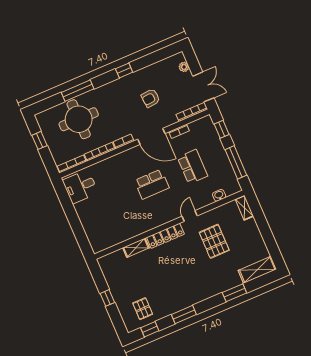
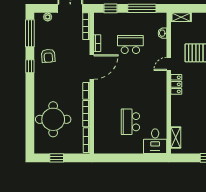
window: (78, 91) -> (30, 33), moved
armchair: (151, 98) -> (48, 56), moved
school desk: (152, 184) -> (130, 122), moved, turned 180
desk: (80, 187) -> (155, 141), moved
door: (190, 216) -> (169, 64), hinge flipped
locker: (165, 236) -> (176, 84), width x0.66
shelving: (136, 248) -> (176, 138), moved

